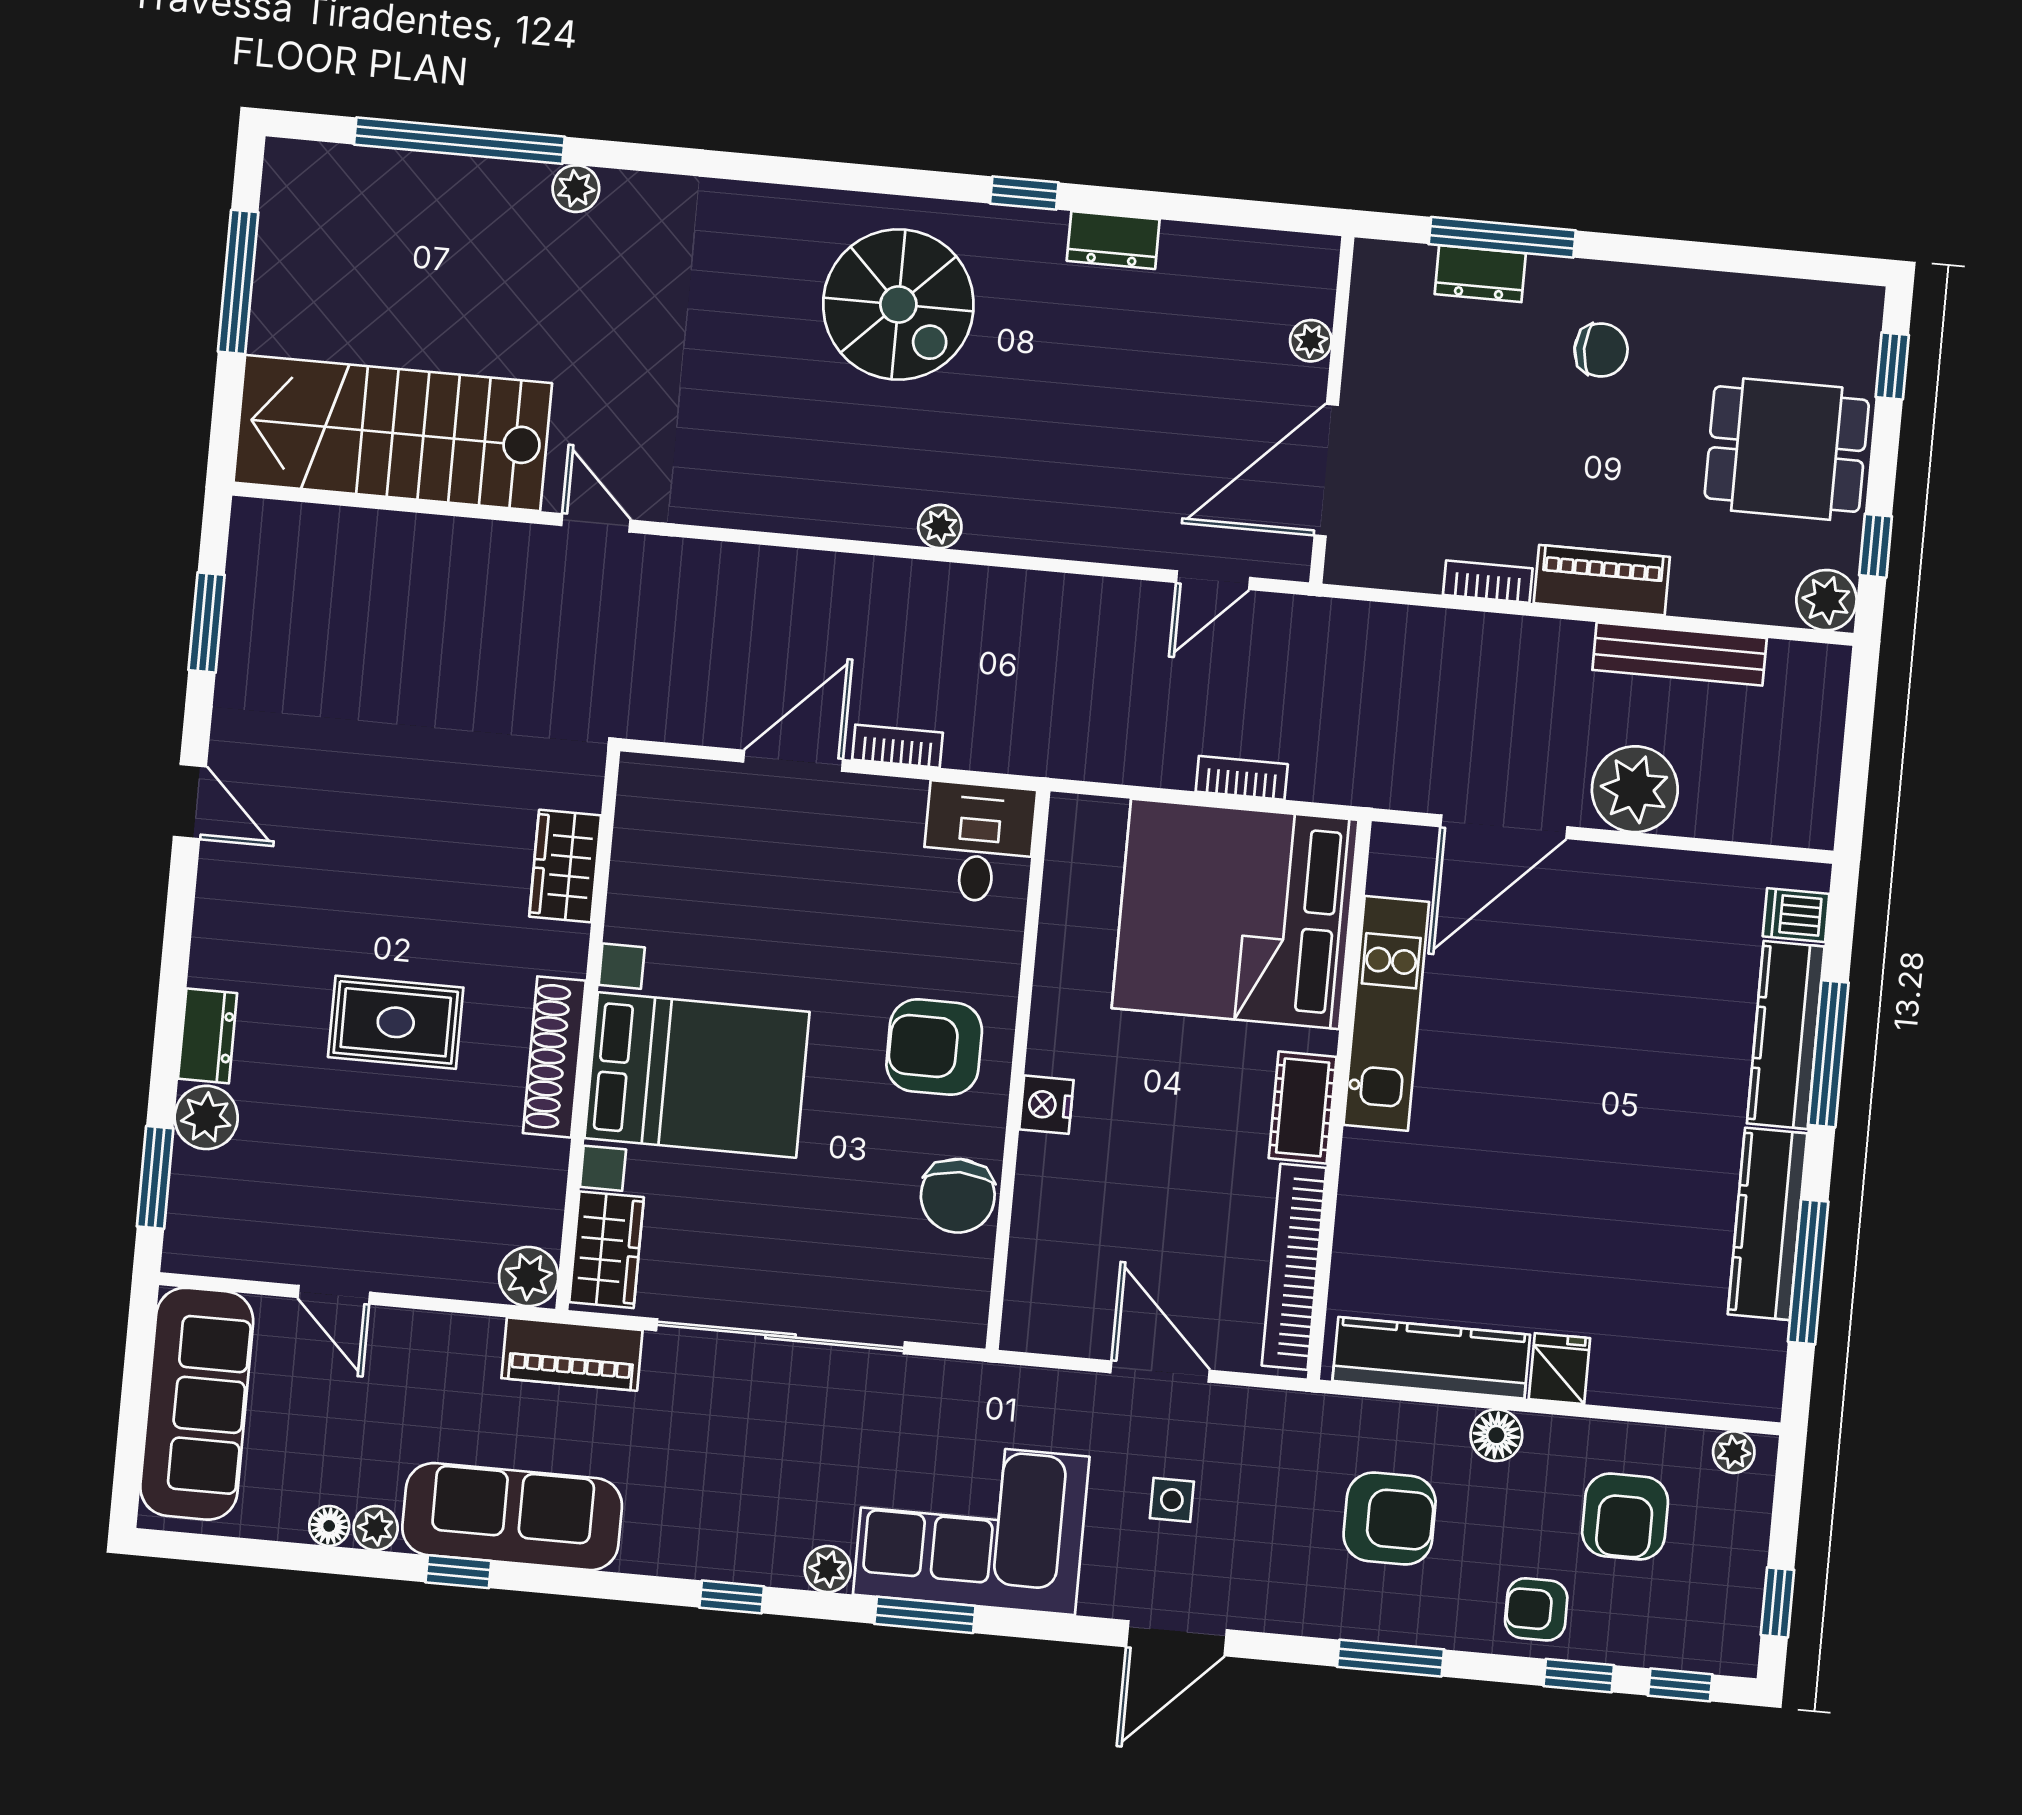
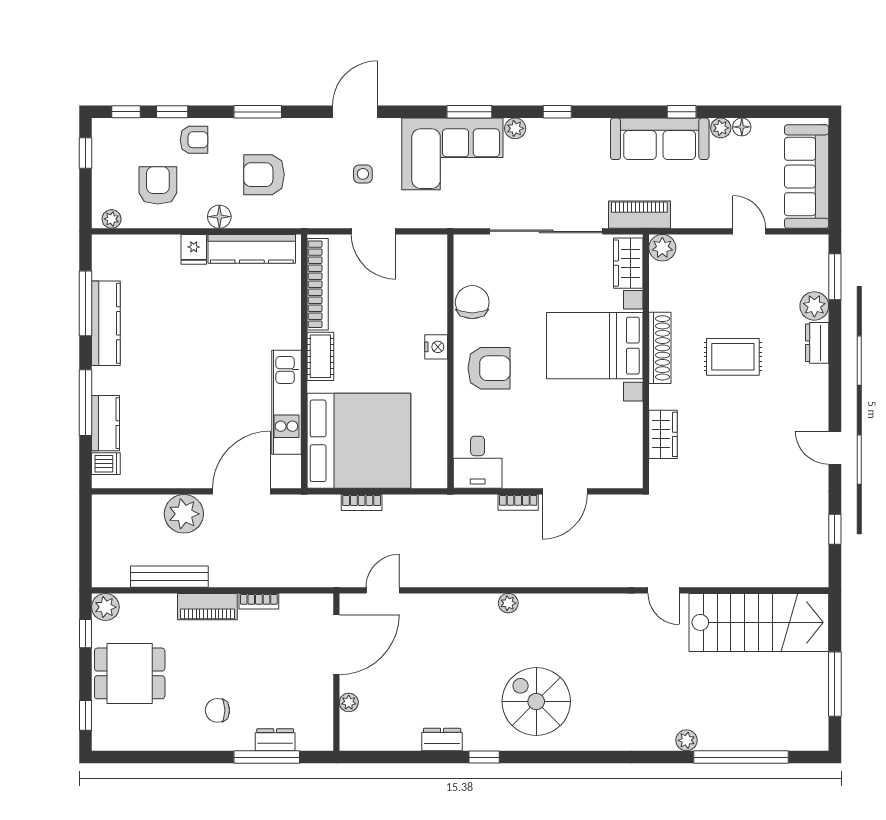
window: (207, 623) -> (835, 529), width x0.67
kitchen counter: (1786, 1035) -> (106, 423), width x0.67

